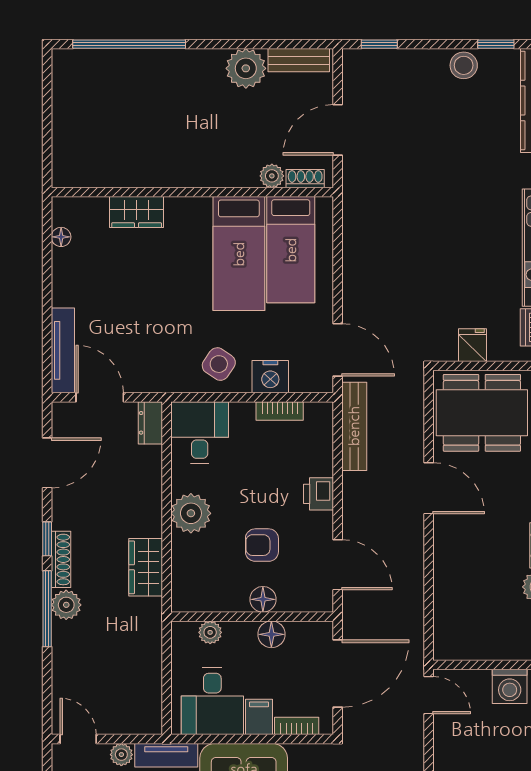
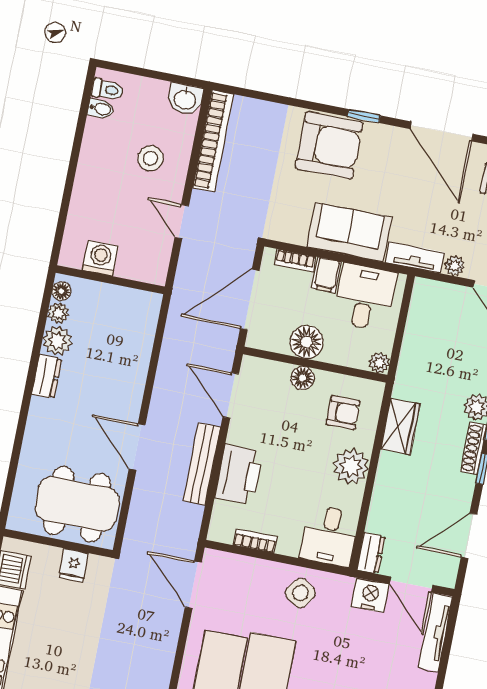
nightstand: (270, 377) -> (370, 595), moved
bench: (354, 426) -> (202, 464), moved
printer: (319, 494) -> (239, 475), width x1.87, depth x1.48
armchair: (262, 545) -> (343, 413), moved
plant: (210, 632) -> (379, 363), moved
floor lamp: (271, 634) -> (306, 342), width x1.38, depth x1.38
door: (429, 695) -> (182, 222), moved

